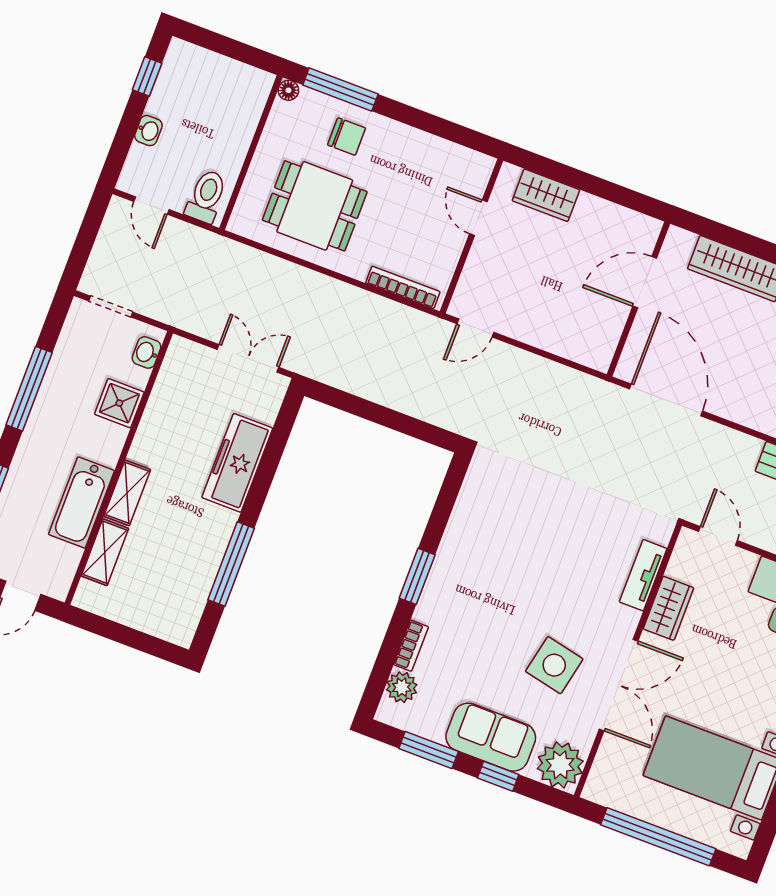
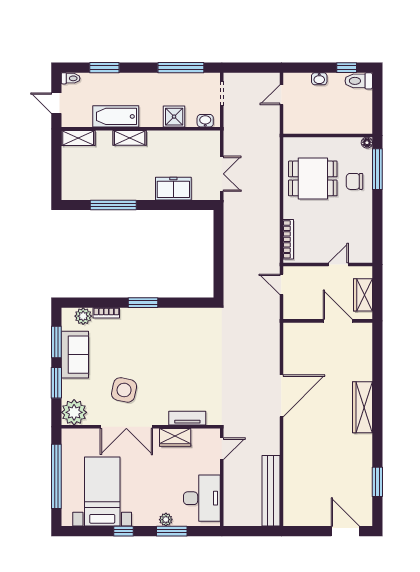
chair: (347, 137) -> (355, 181), turned 90
toilet: (206, 196) -> (359, 81), moved, turned 180
dining table: (315, 206) -> (313, 178), turned 90
door: (645, 282) -> (338, 321), moved
wall: (638, 299) -> (328, 321), moved
window: (29, 389) -> (181, 68), moved
freezer: (237, 463) -> (173, 189), width x0.71
shelving: (105, 552) -> (78, 138), moved
sofa: (491, 737) -> (75, 355), moved
window: (498, 776) -> (56, 383), width x1.50

